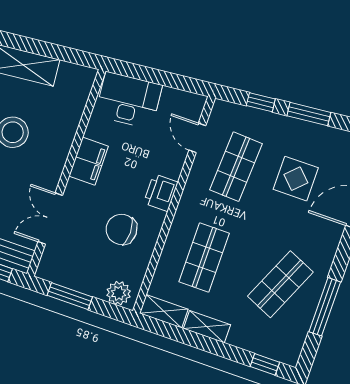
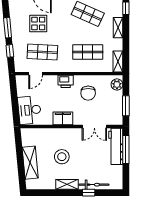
shelving: (207, 327) -> (118, 28), moved

